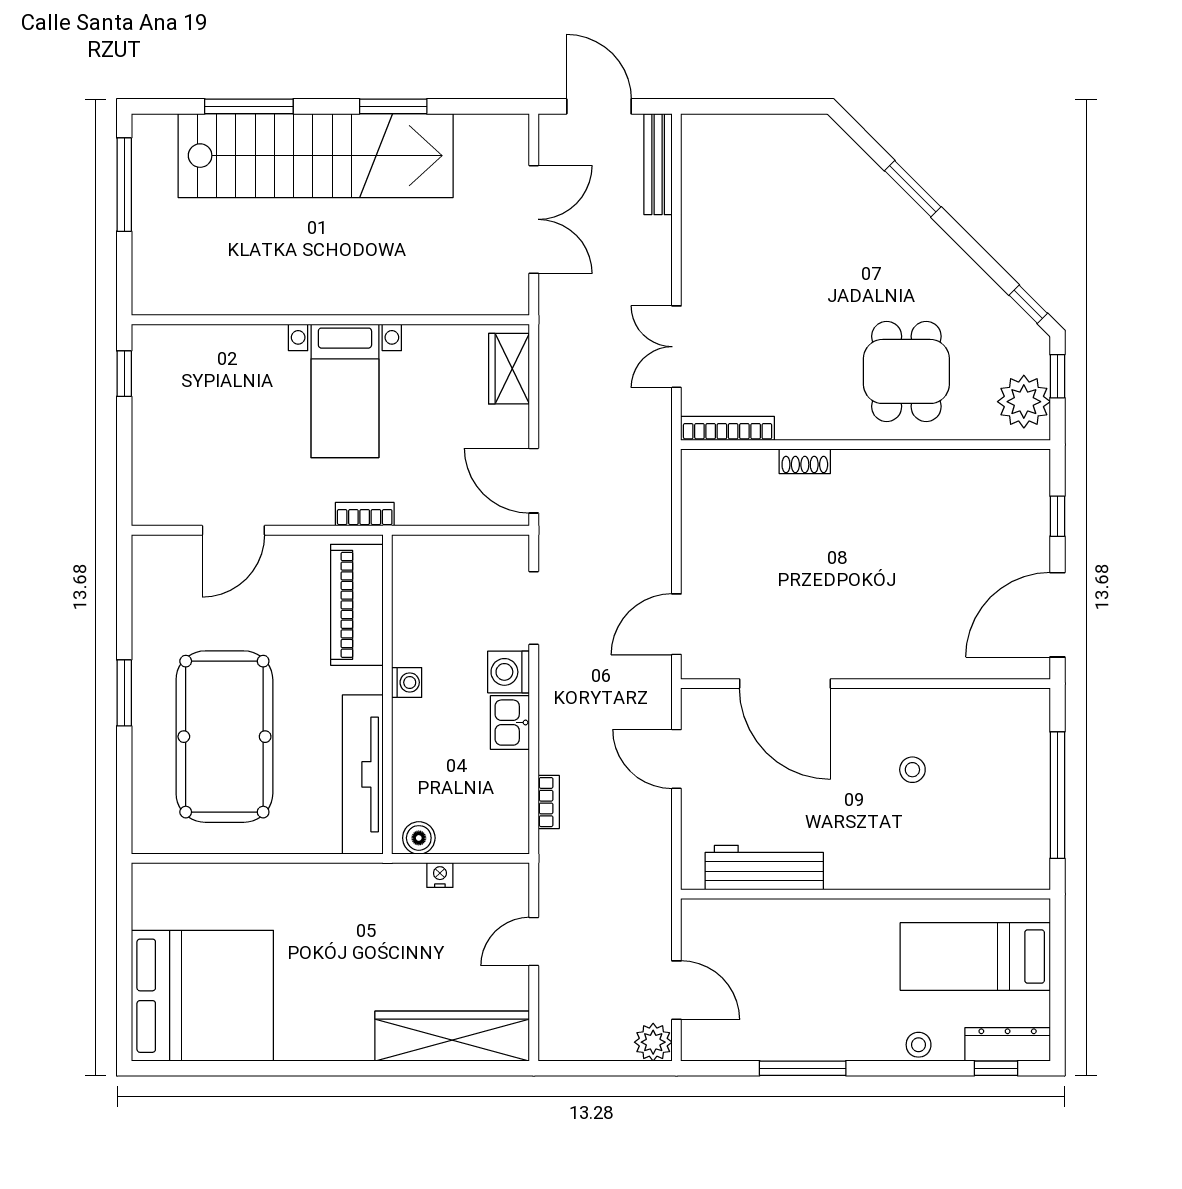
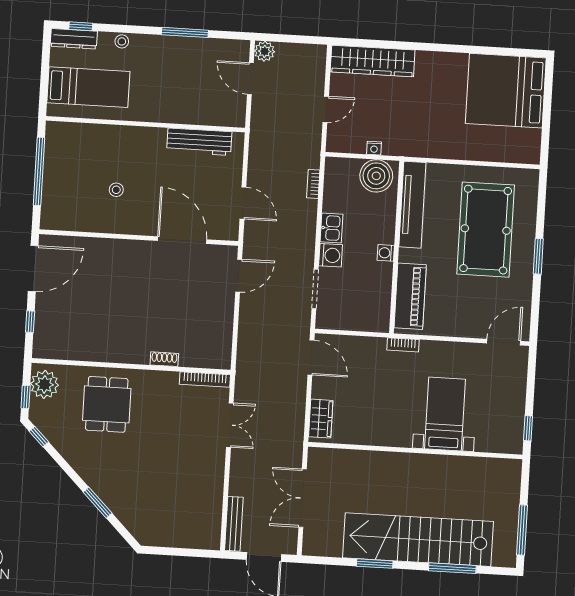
bed with nightstands: (345, 391) -> (445, 414), moved
door: (233, 530) -> (504, 342), moved
boiler: (419, 838) -> (376, 176), width x1.86, depth x1.86

